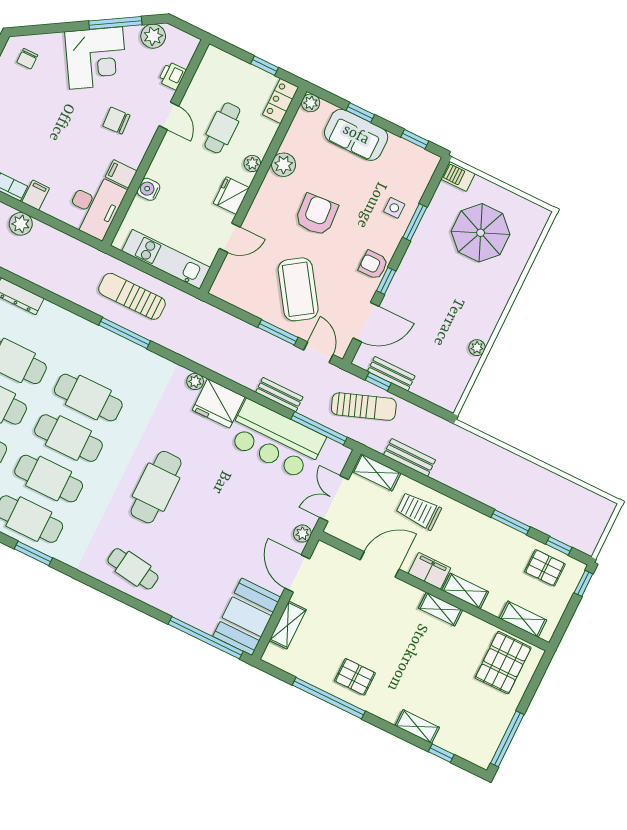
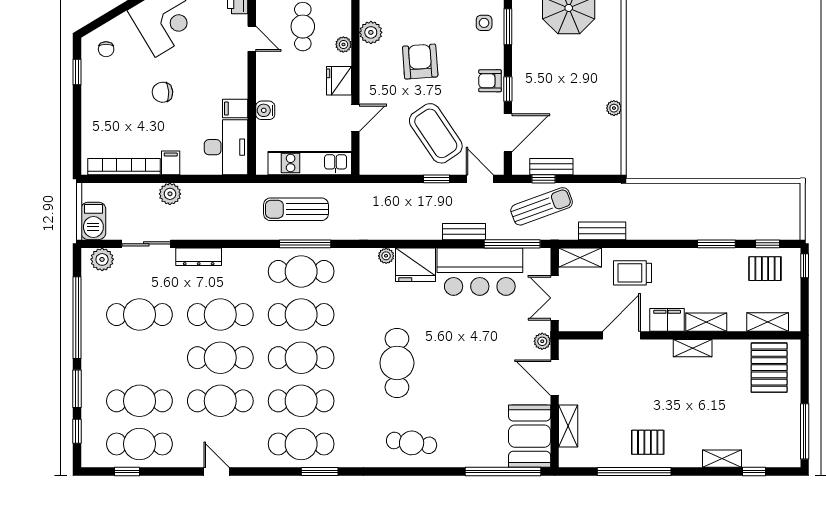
chair: (116, 121) -> (162, 92), moved
window: (278, 332) -> (437, 179), width x0.67
cafe table: (108, 357) -> (301, 271), added

